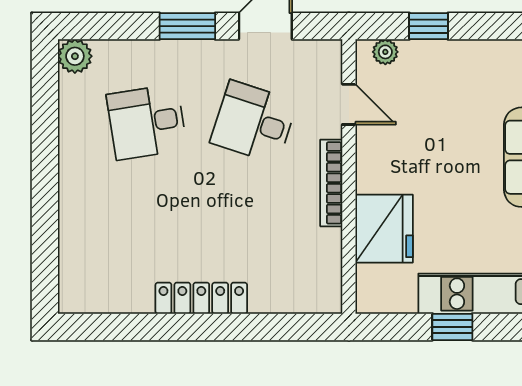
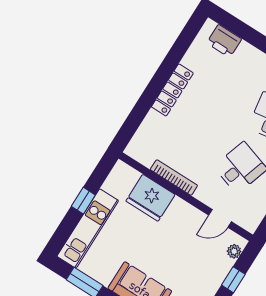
bookcase: (331, 183) -> (174, 177), moved
printer: (78, 267) -> (224, 41), added

